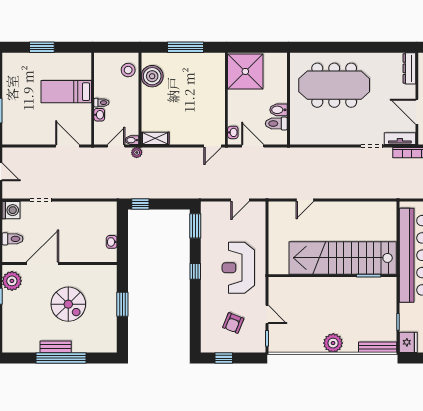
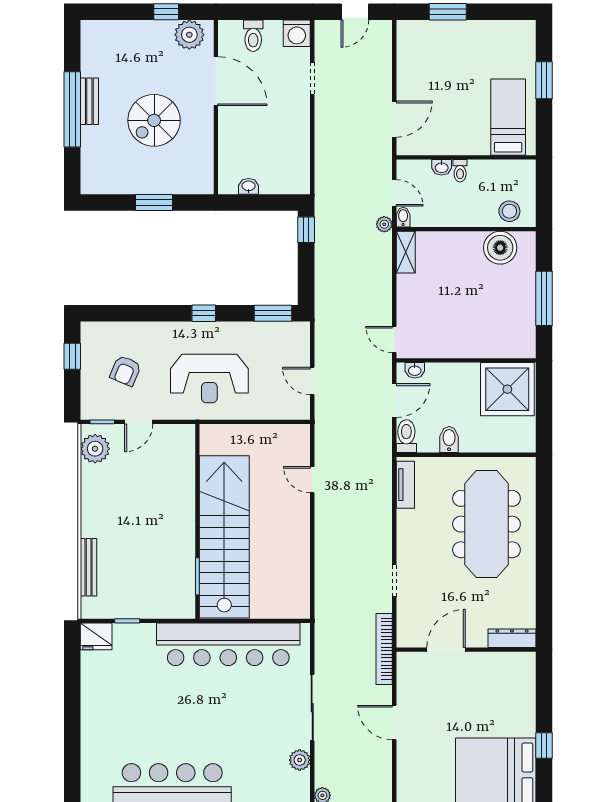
bed: (66, 92) -> (508, 117), moved
toilet: (276, 124) -> (406, 436), moved
tv unit: (400, 139) -> (405, 485), moved
reception desk: (238, 268) -> (209, 378), turned 180
armchair: (233, 323) -> (125, 371), turned -89
plant: (333, 343) -> (95, 449), moved
bench: (378, 347) -> (89, 567), moved

